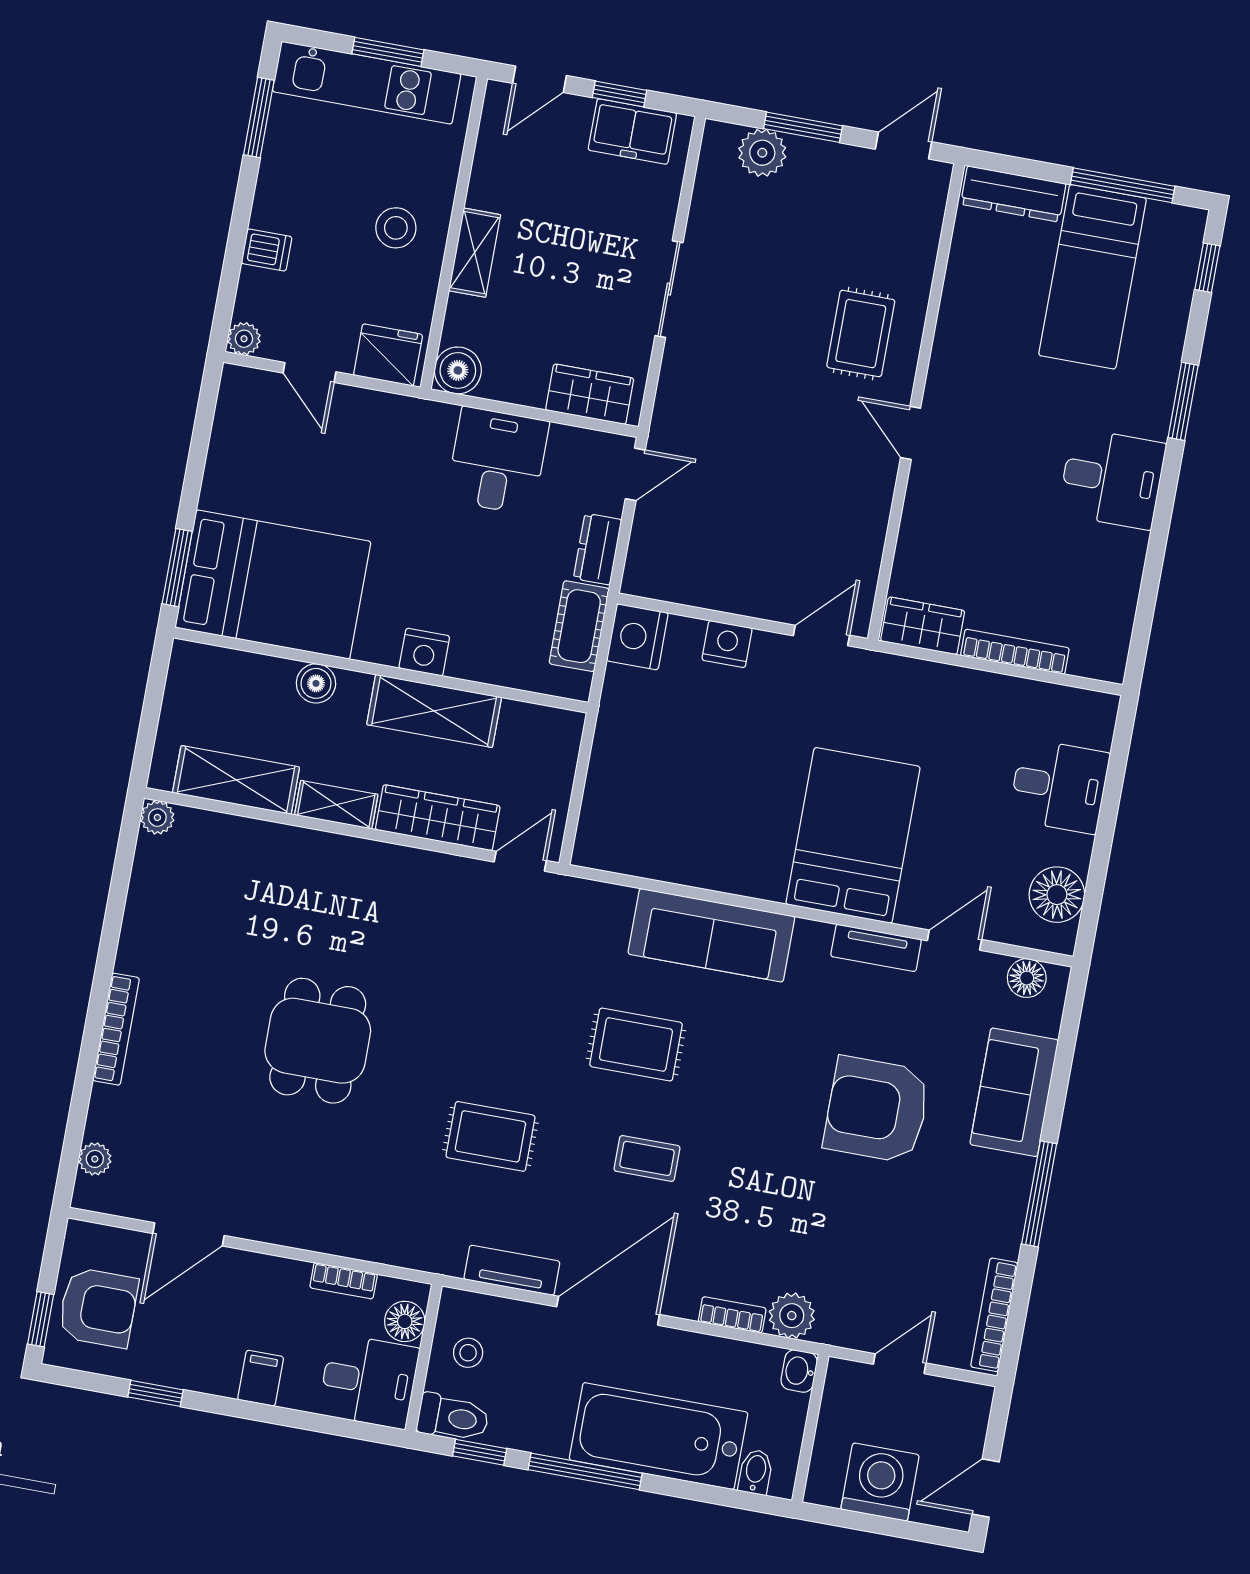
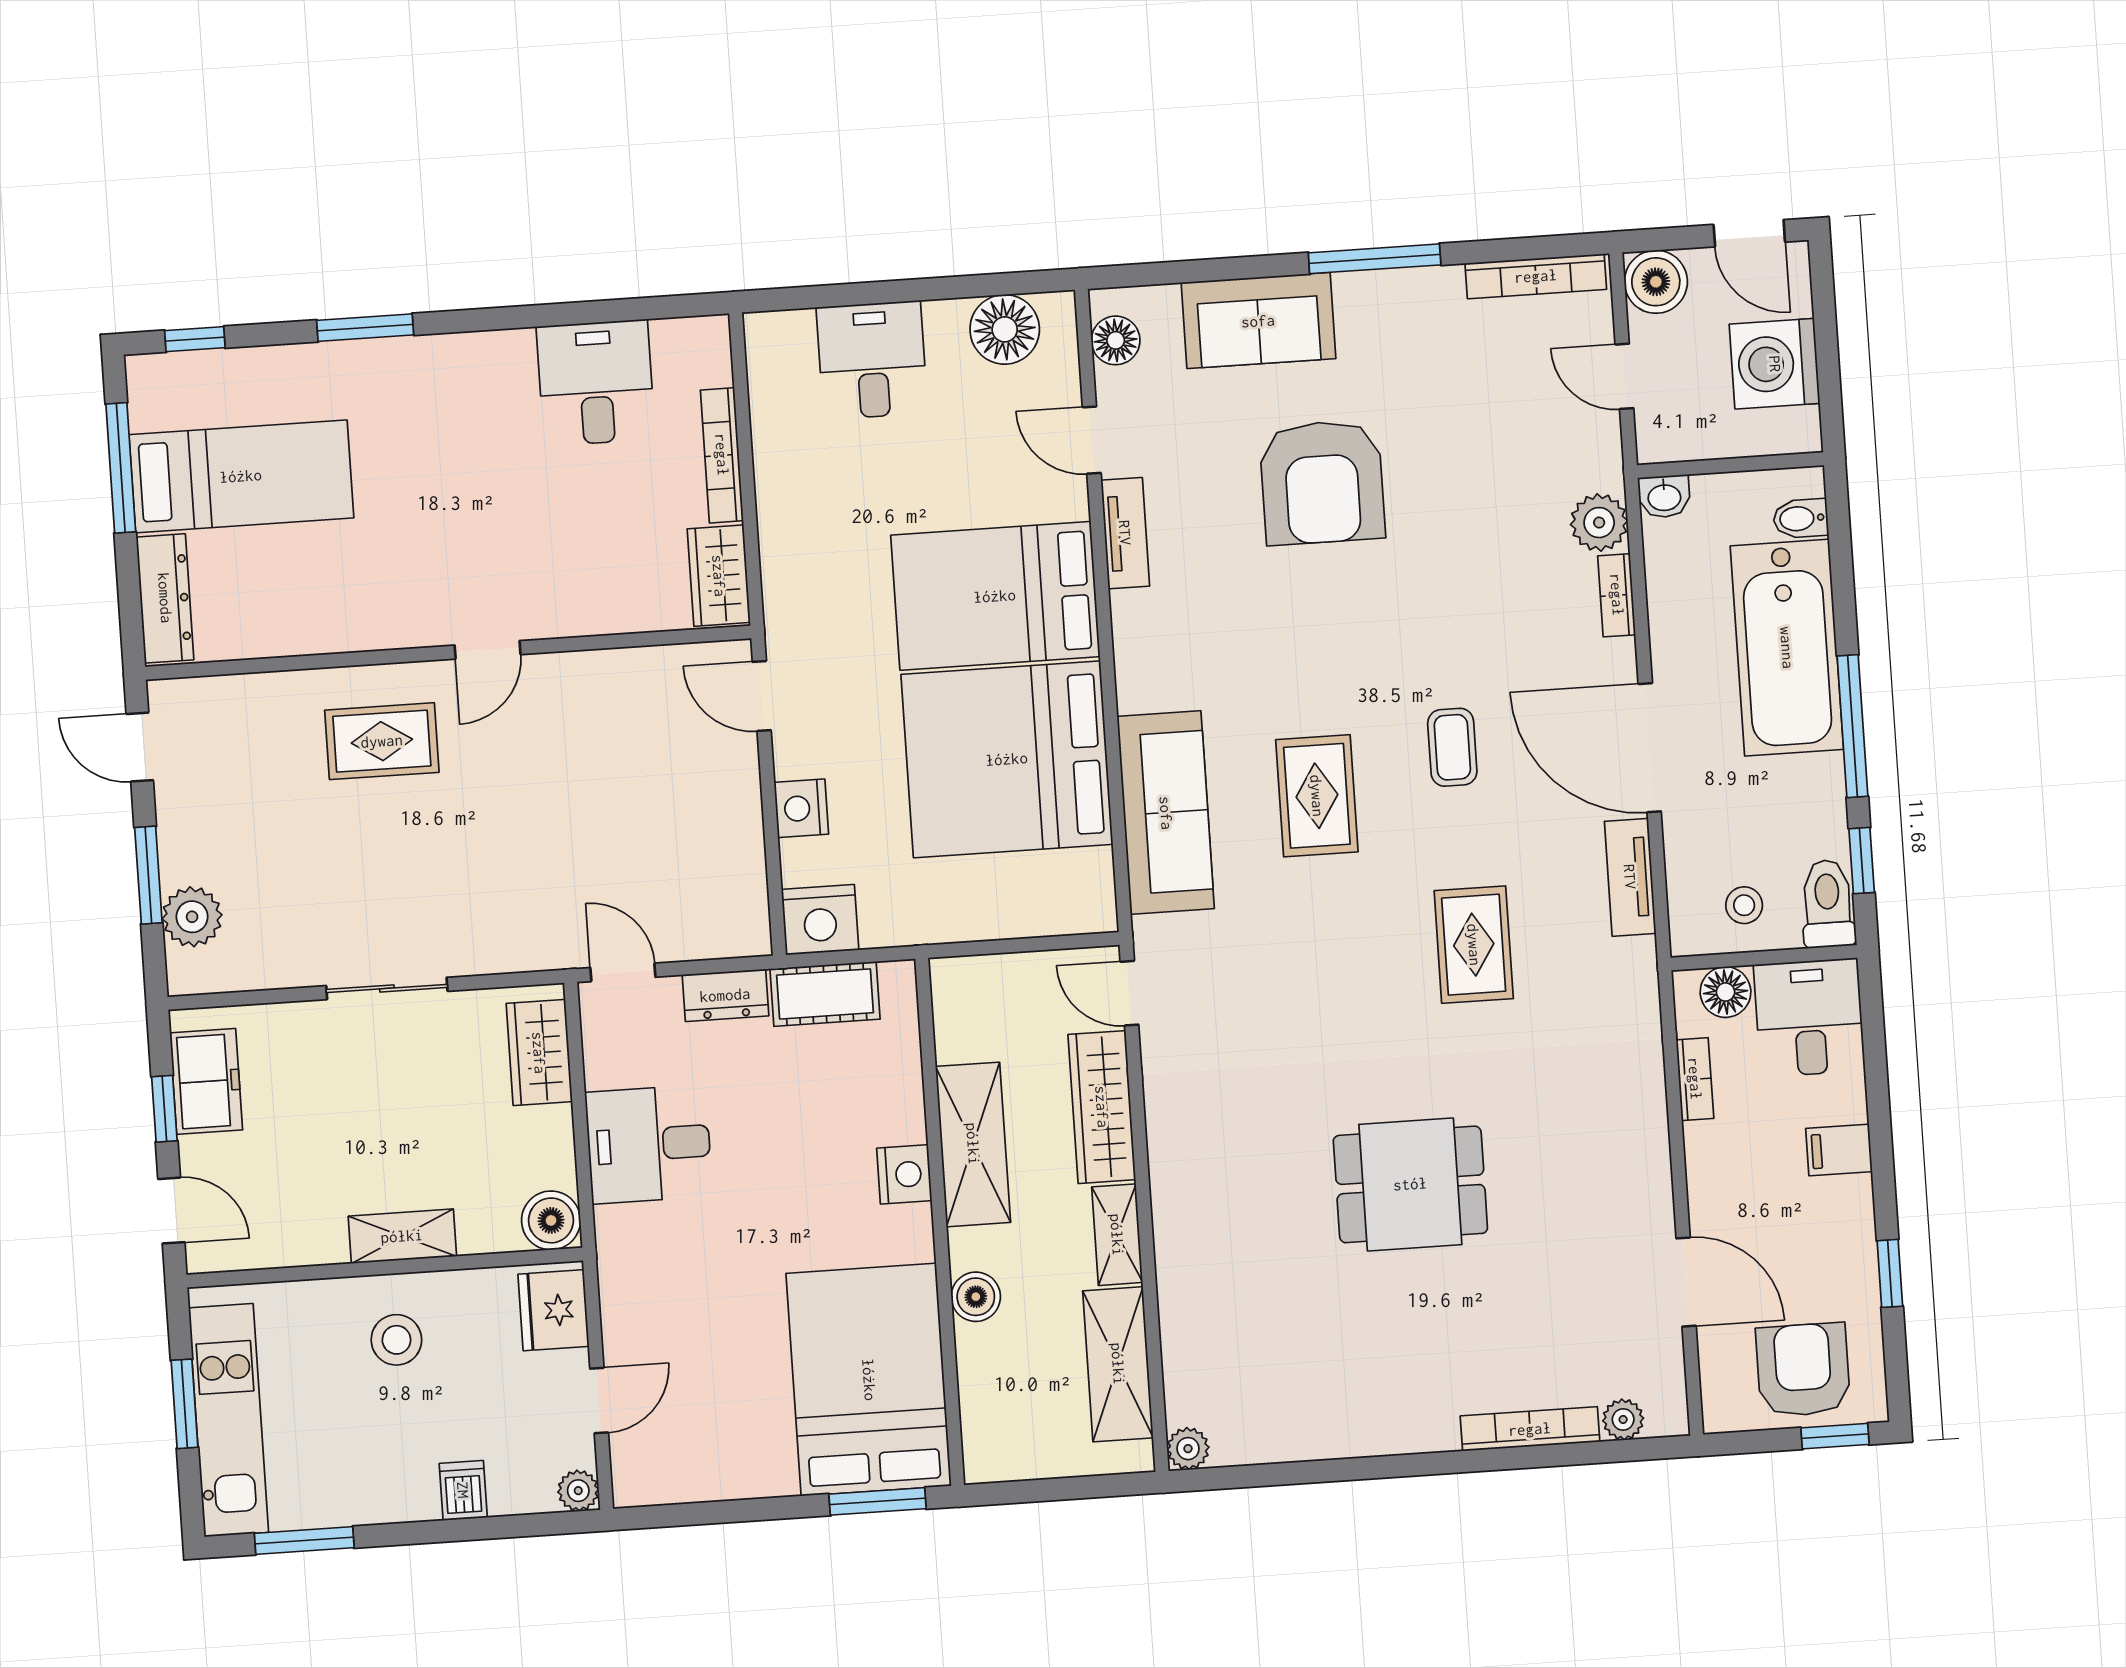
desk: (1112, 479) -> (596, 383), moved
bed: (725, 812) -> (1007, 759), added
sofa: (711, 935) -> (1166, 813), moved
bookcase: (116, 1029) -> (1530, 1429), moved
boiler: (966, 1406) -> (1656, 282), added

